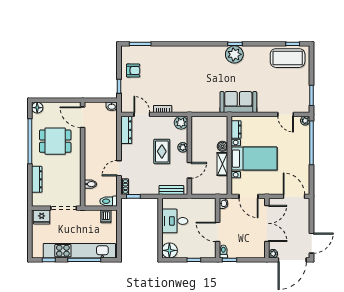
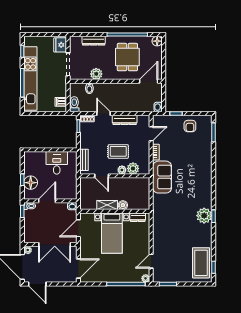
sofa: (238, 102) -> (162, 177), moved
plant: (181, 123) -> (133, 168), moved
dresser: (126, 130) -> (125, 120), moved
plant: (74, 176) -> (96, 74), added
floor lamp: (169, 250) -> (31, 183), moved

